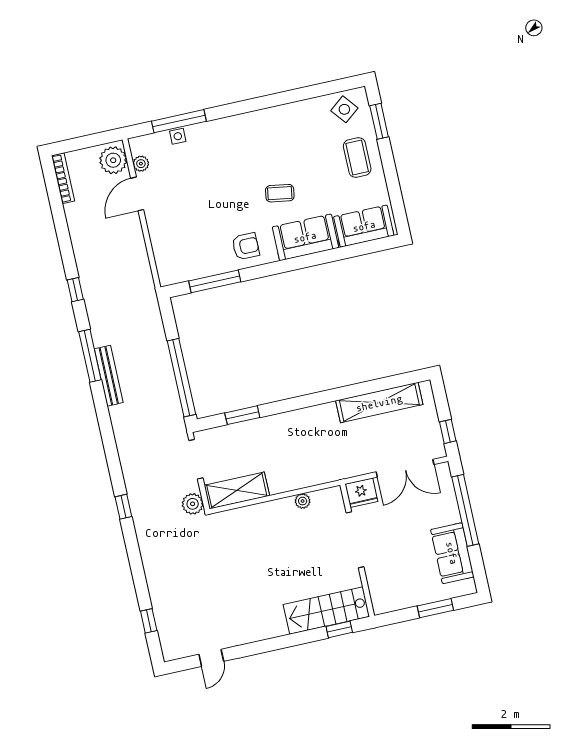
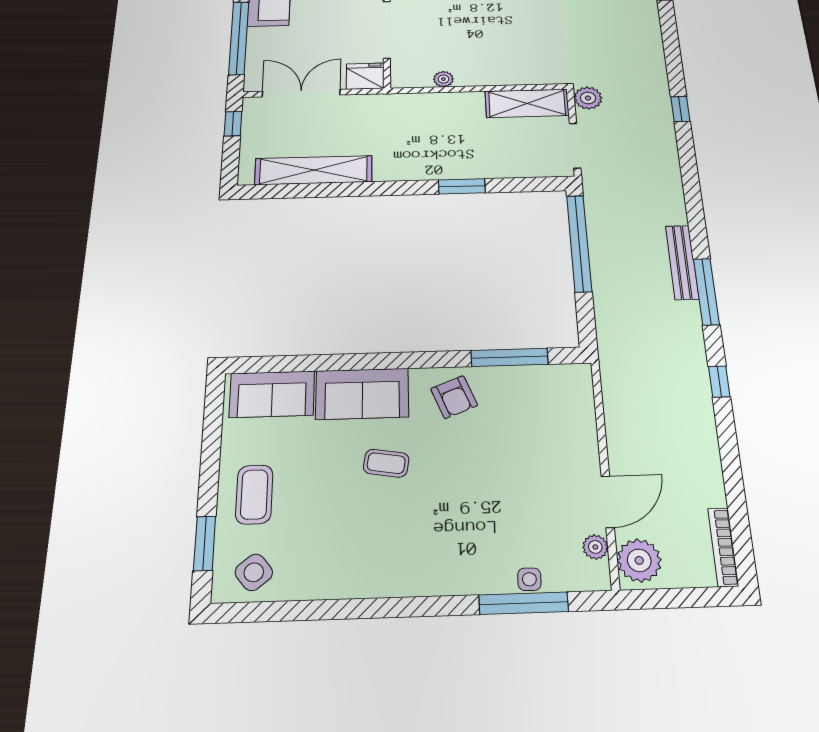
armchair: (246, 246) -> (454, 397), turned -112
window: (242, 415) -> (462, 186), moved

